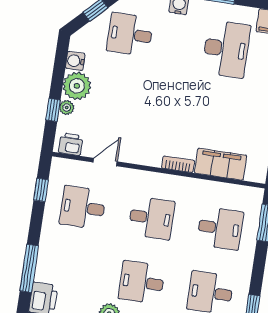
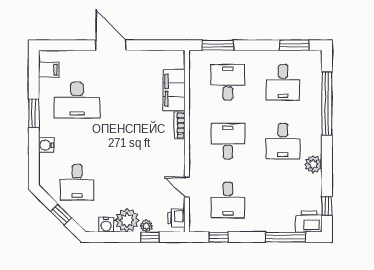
desk: (226, 49) -> (77, 100), turned 180

